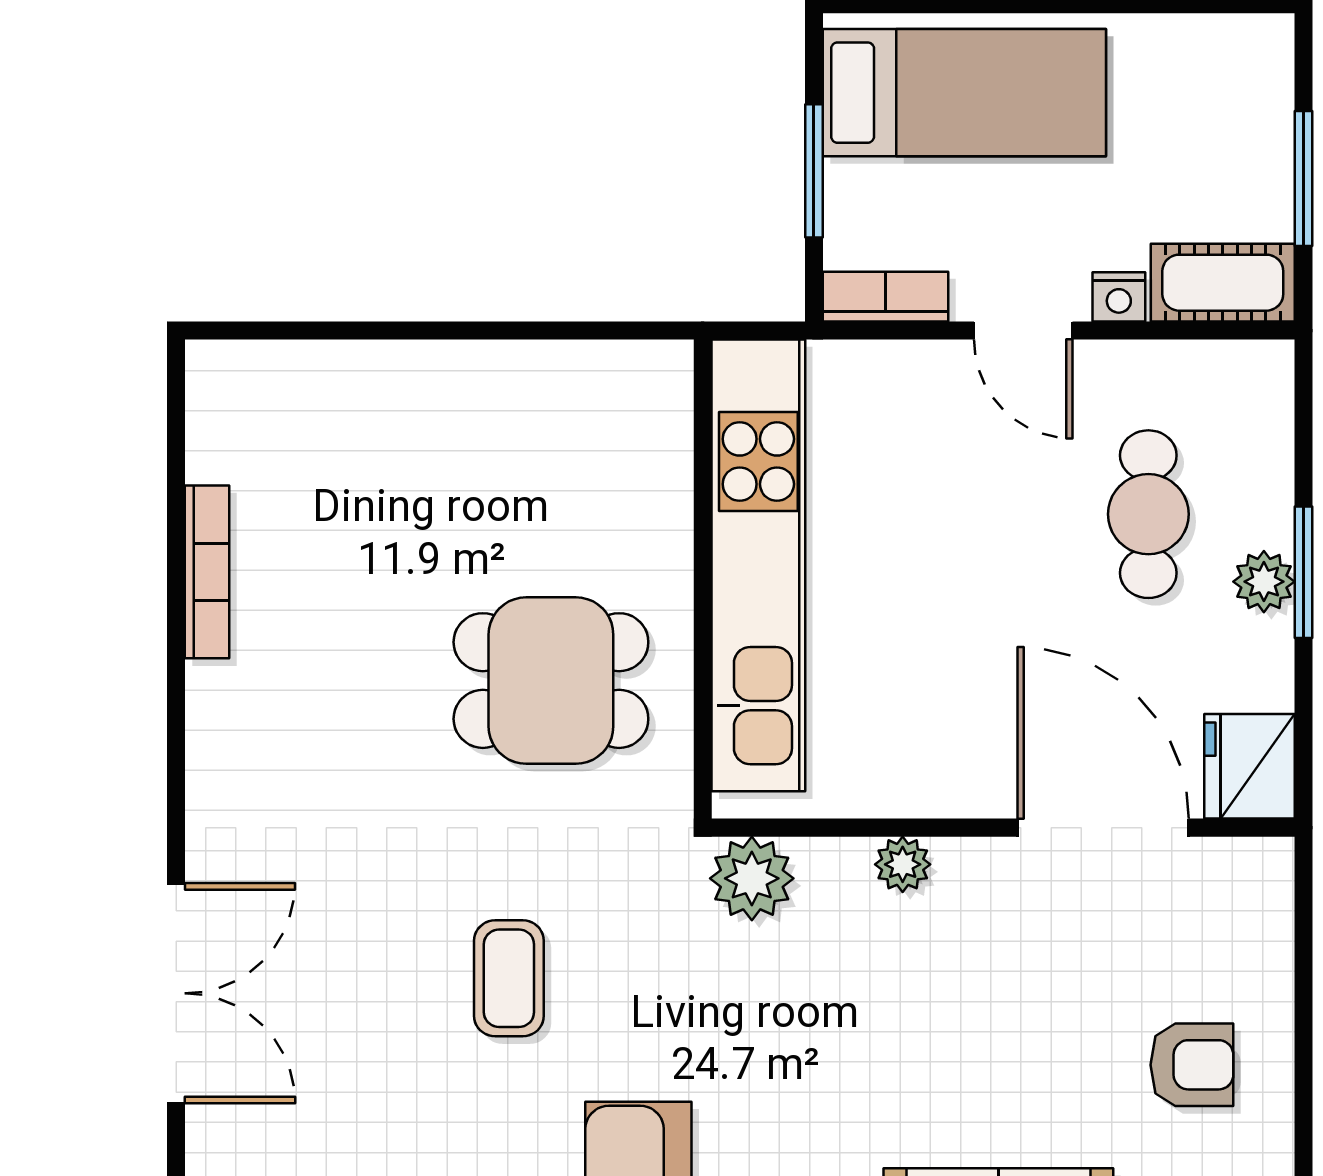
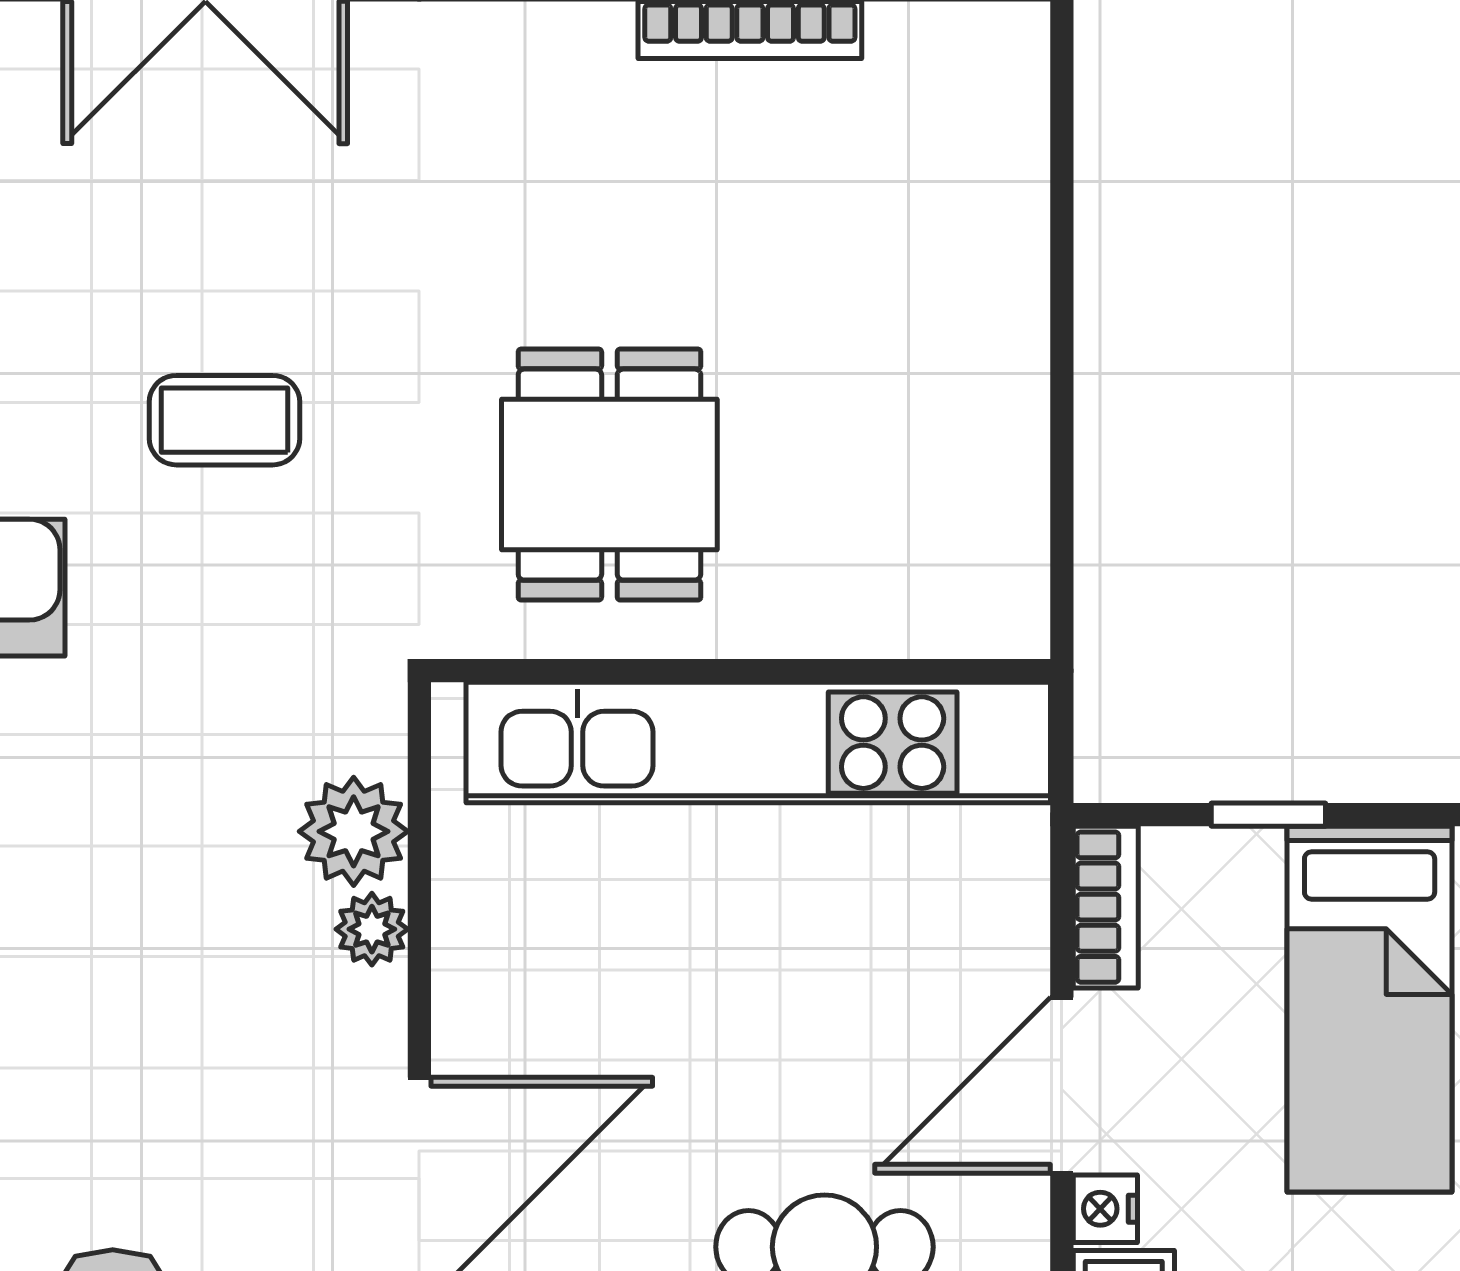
window: (814, 171) -> (1268, 815), width x0.67
door: (1023, 331) -> (1062, 1085), width x1.37
plant: (752, 878) -> (354, 831), moved

